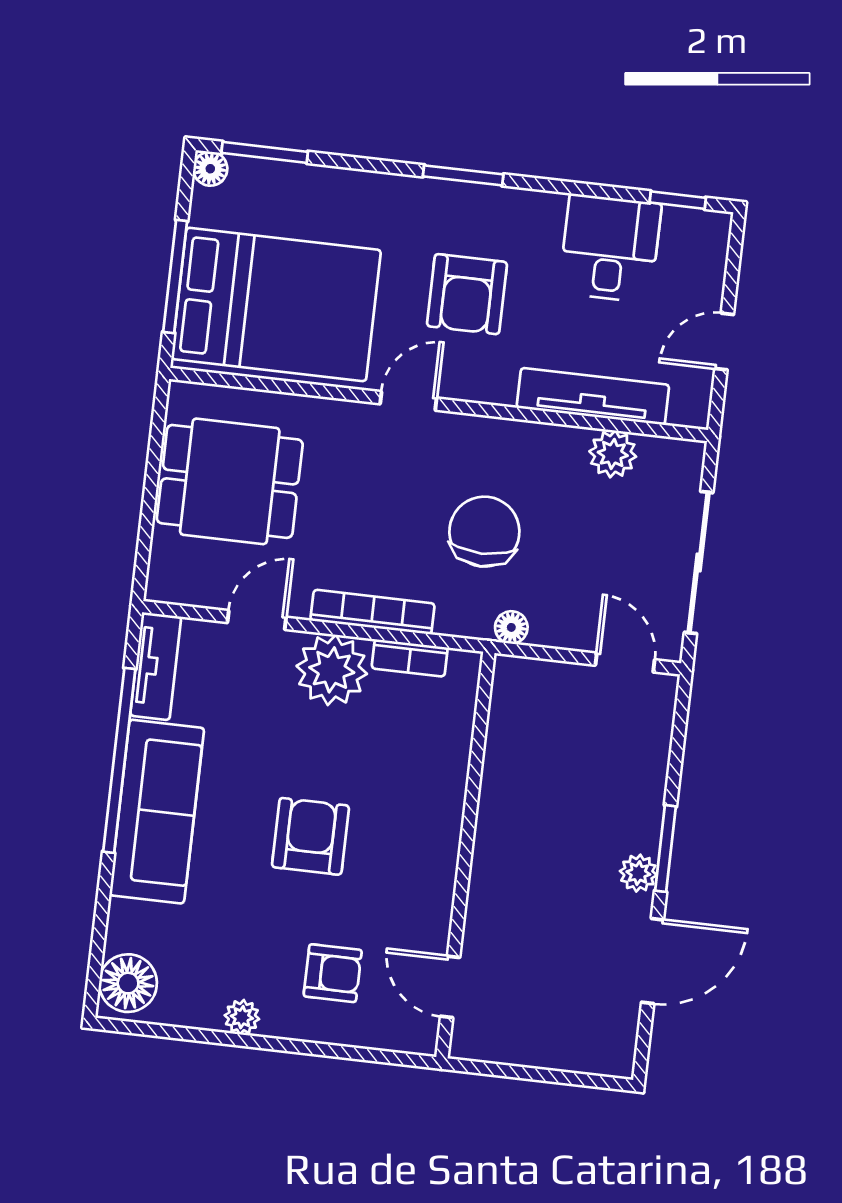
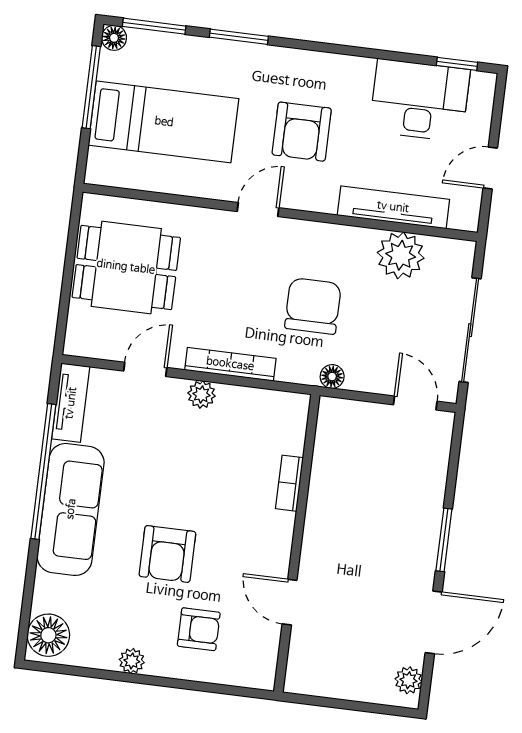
window: (463, 175) -> (239, 37), moved
desk: (610, 248) -> (420, 100), width x1.37
window: (175, 277) -> (91, 87), moved
bed: (276, 304) -> (164, 122), width x0.67
plant: (613, 454) -> (401, 255), width x1.36, depth x1.36
bookcase: (410, 658) -> (289, 483), moved, turned 90
plant: (332, 670) -> (201, 394), width x0.53, depth x0.53
armchair: (310, 836) -> (167, 554), moved, turned 180
plant: (638, 873) -> (409, 680), moved
door: (450, 987) -> (290, 602), moved

